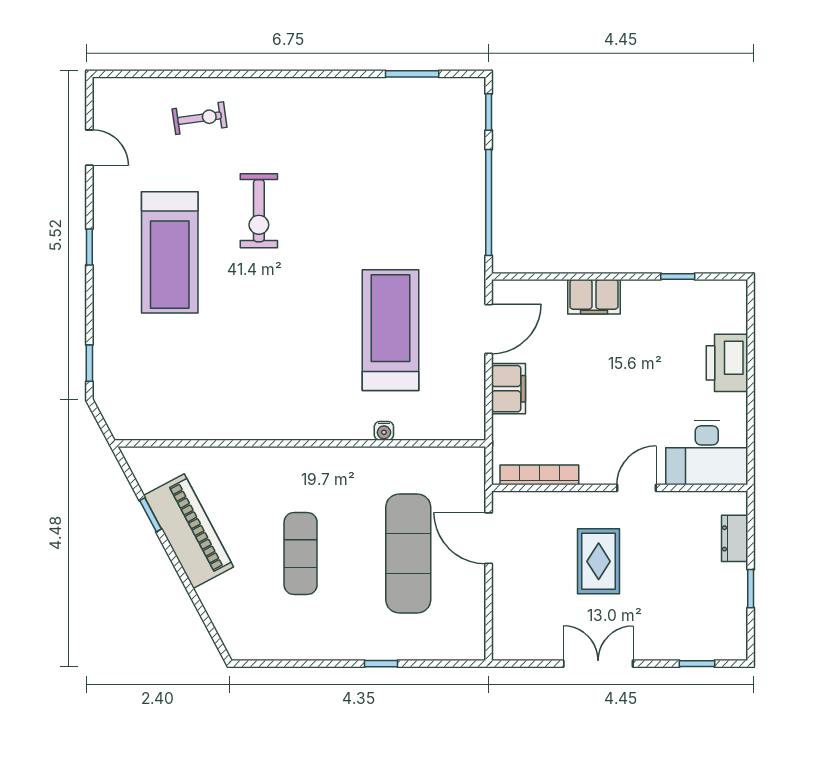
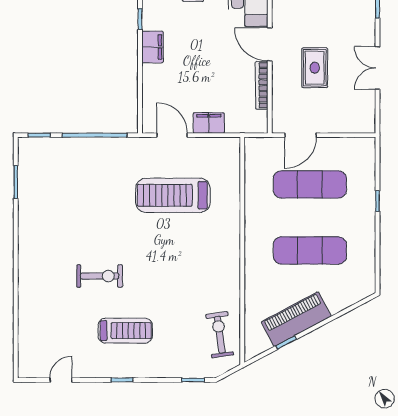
exercise bike: (200, 118) -> (220, 335), moved, width x1.38, depth x1.39
treadmill: (170, 252) -> (125, 331), width x0.73, depth x0.73
filing cabinet: (594, 297) -> (152, 47), moved
water cooler: (384, 431) -> (235, 199), removed
bookcase: (539, 475) -> (262, 85), moved
door: (636, 488) -> (270, 44), width x1.38
exercise mat: (301, 553) -> (310, 250), width x1.36, depth x1.45
rug: (599, 561) -> (315, 68), turned 90

